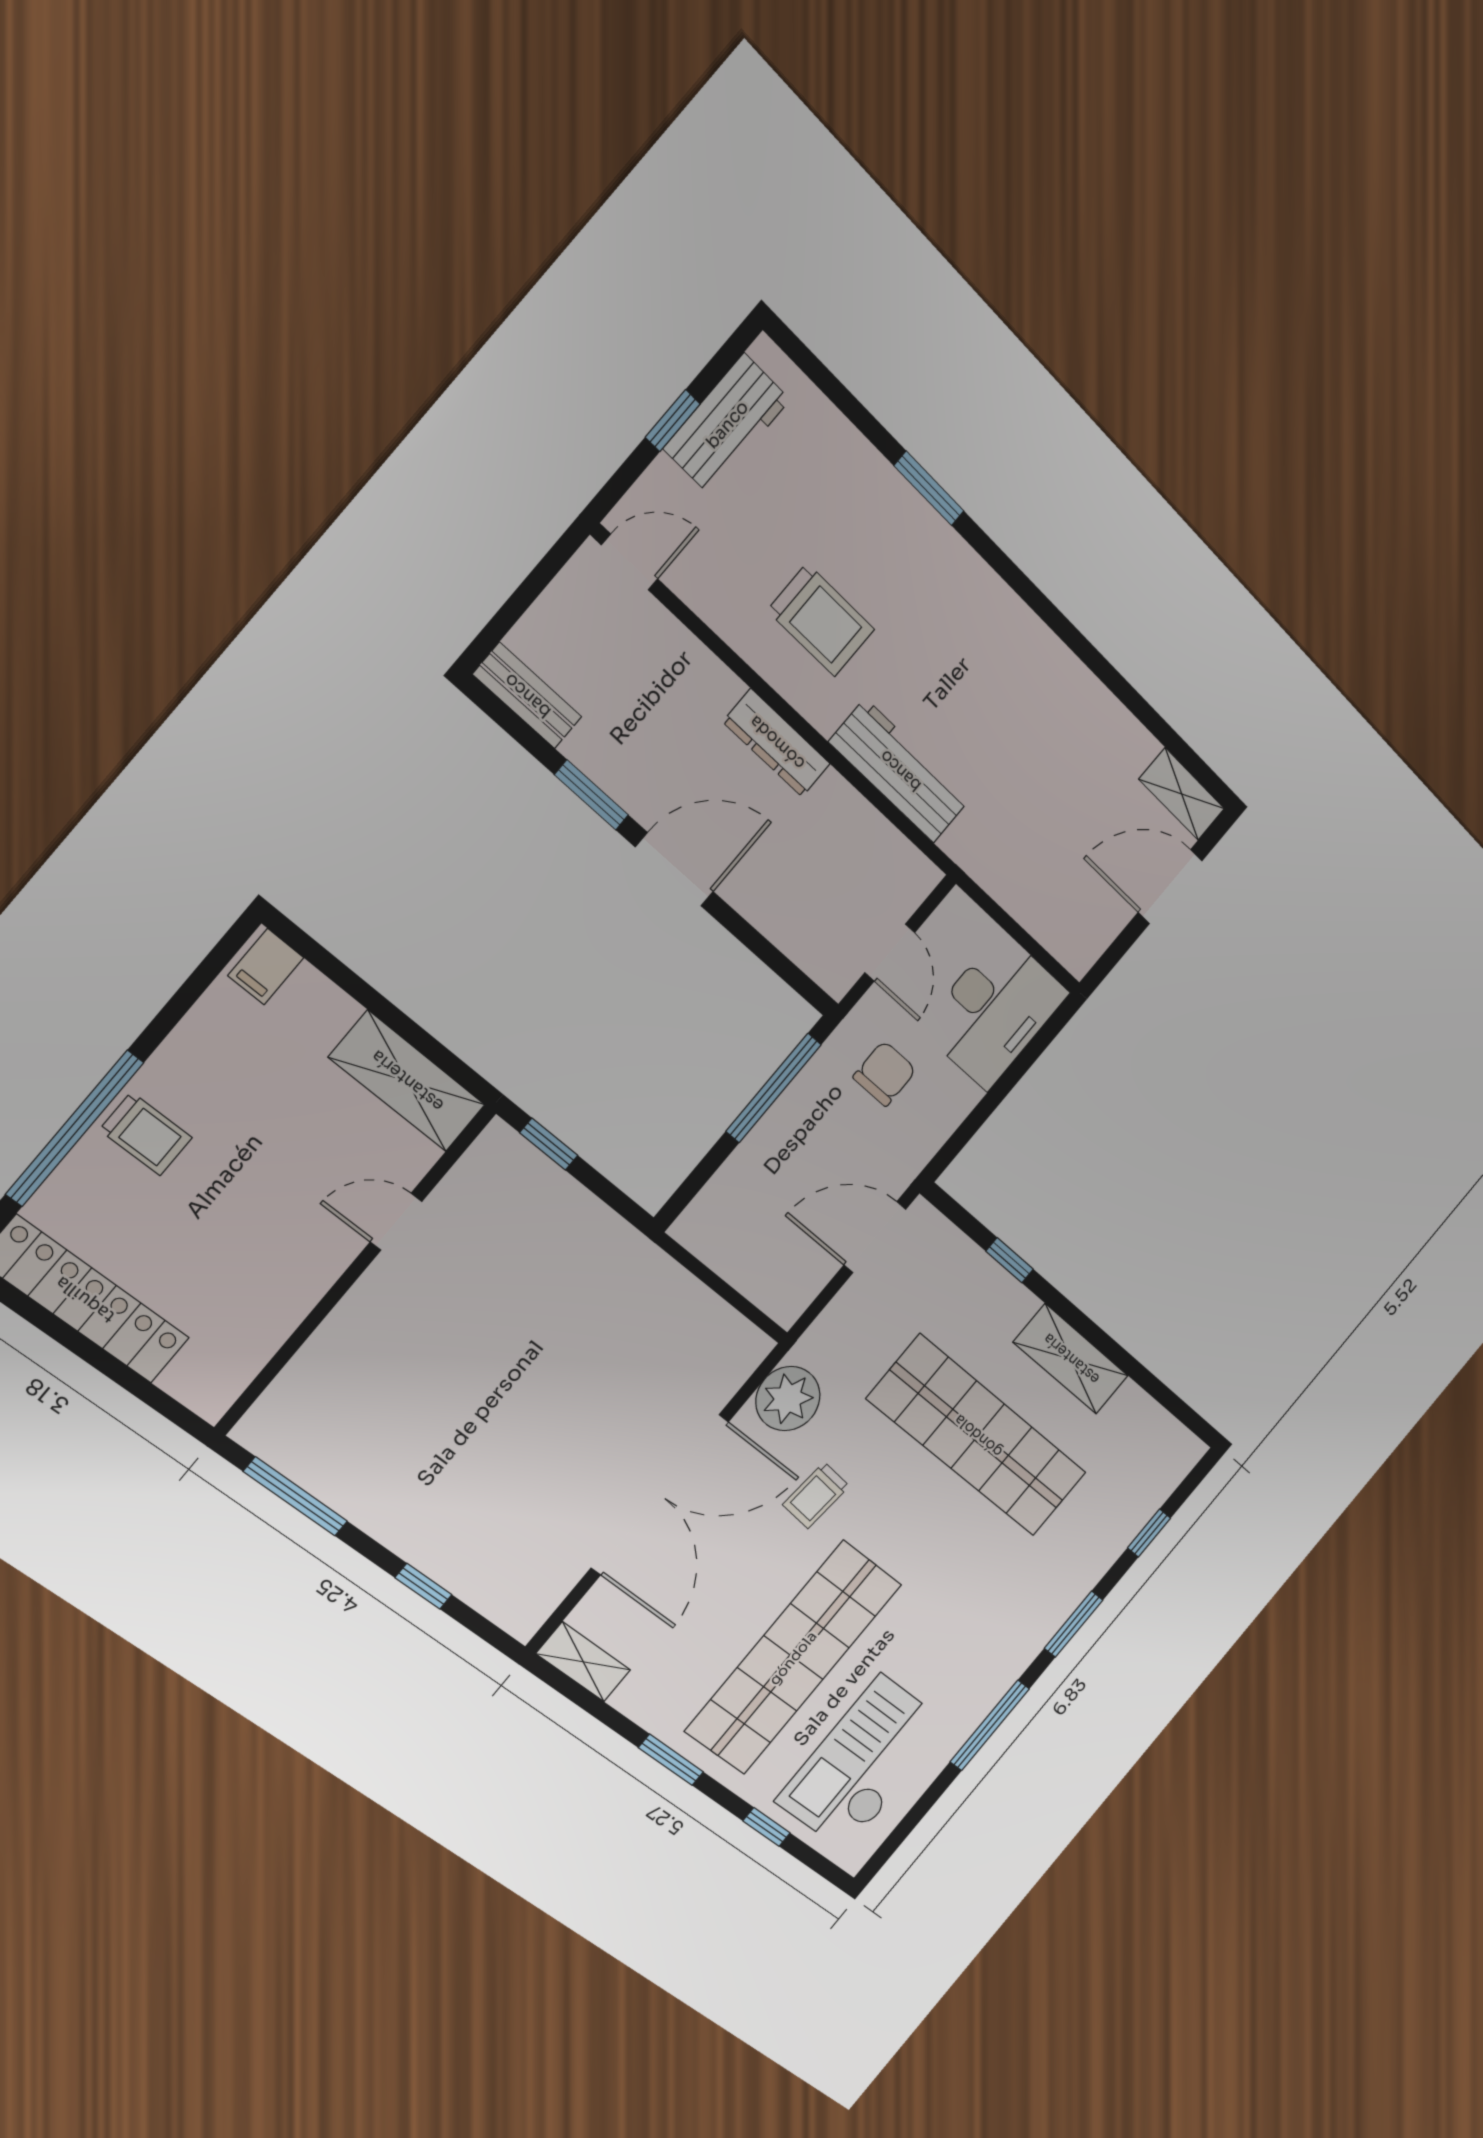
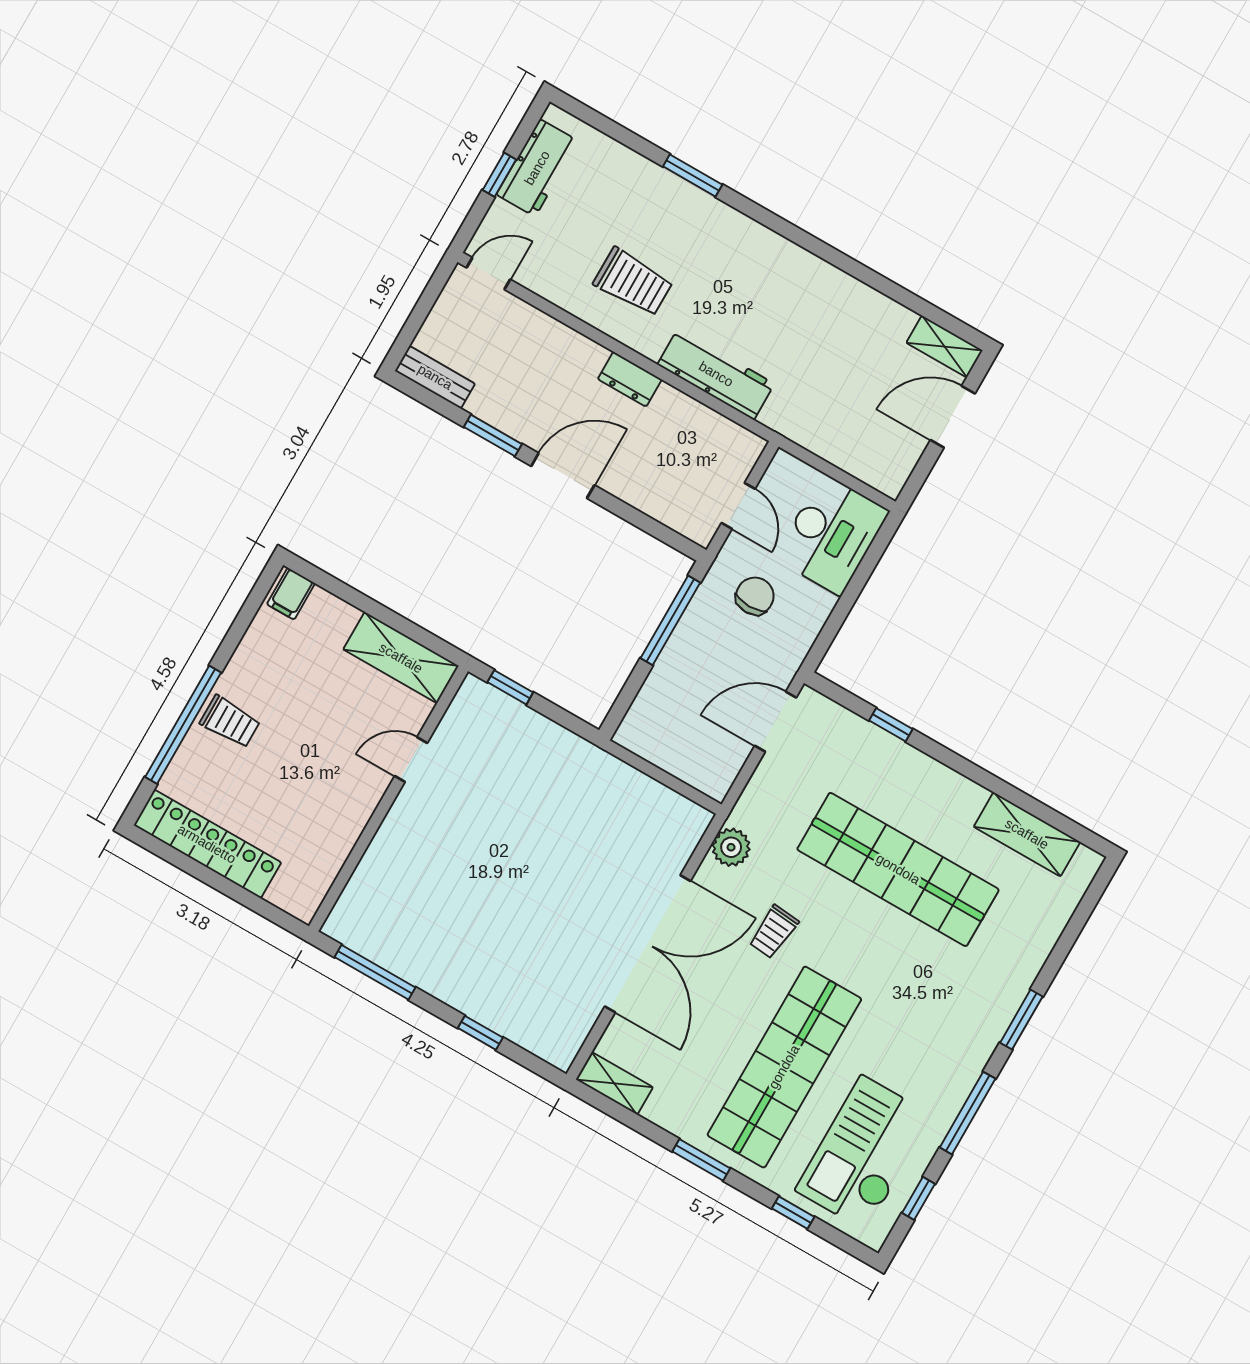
dresser: (777, 743) -> (630, 379), width x0.70
shelving: (1071, 1359) -> (1027, 834), moved
plant: (788, 1399) -> (731, 847), width x0.73, depth x0.73
window: (1149, 1533) -> (918, 1198), moved

